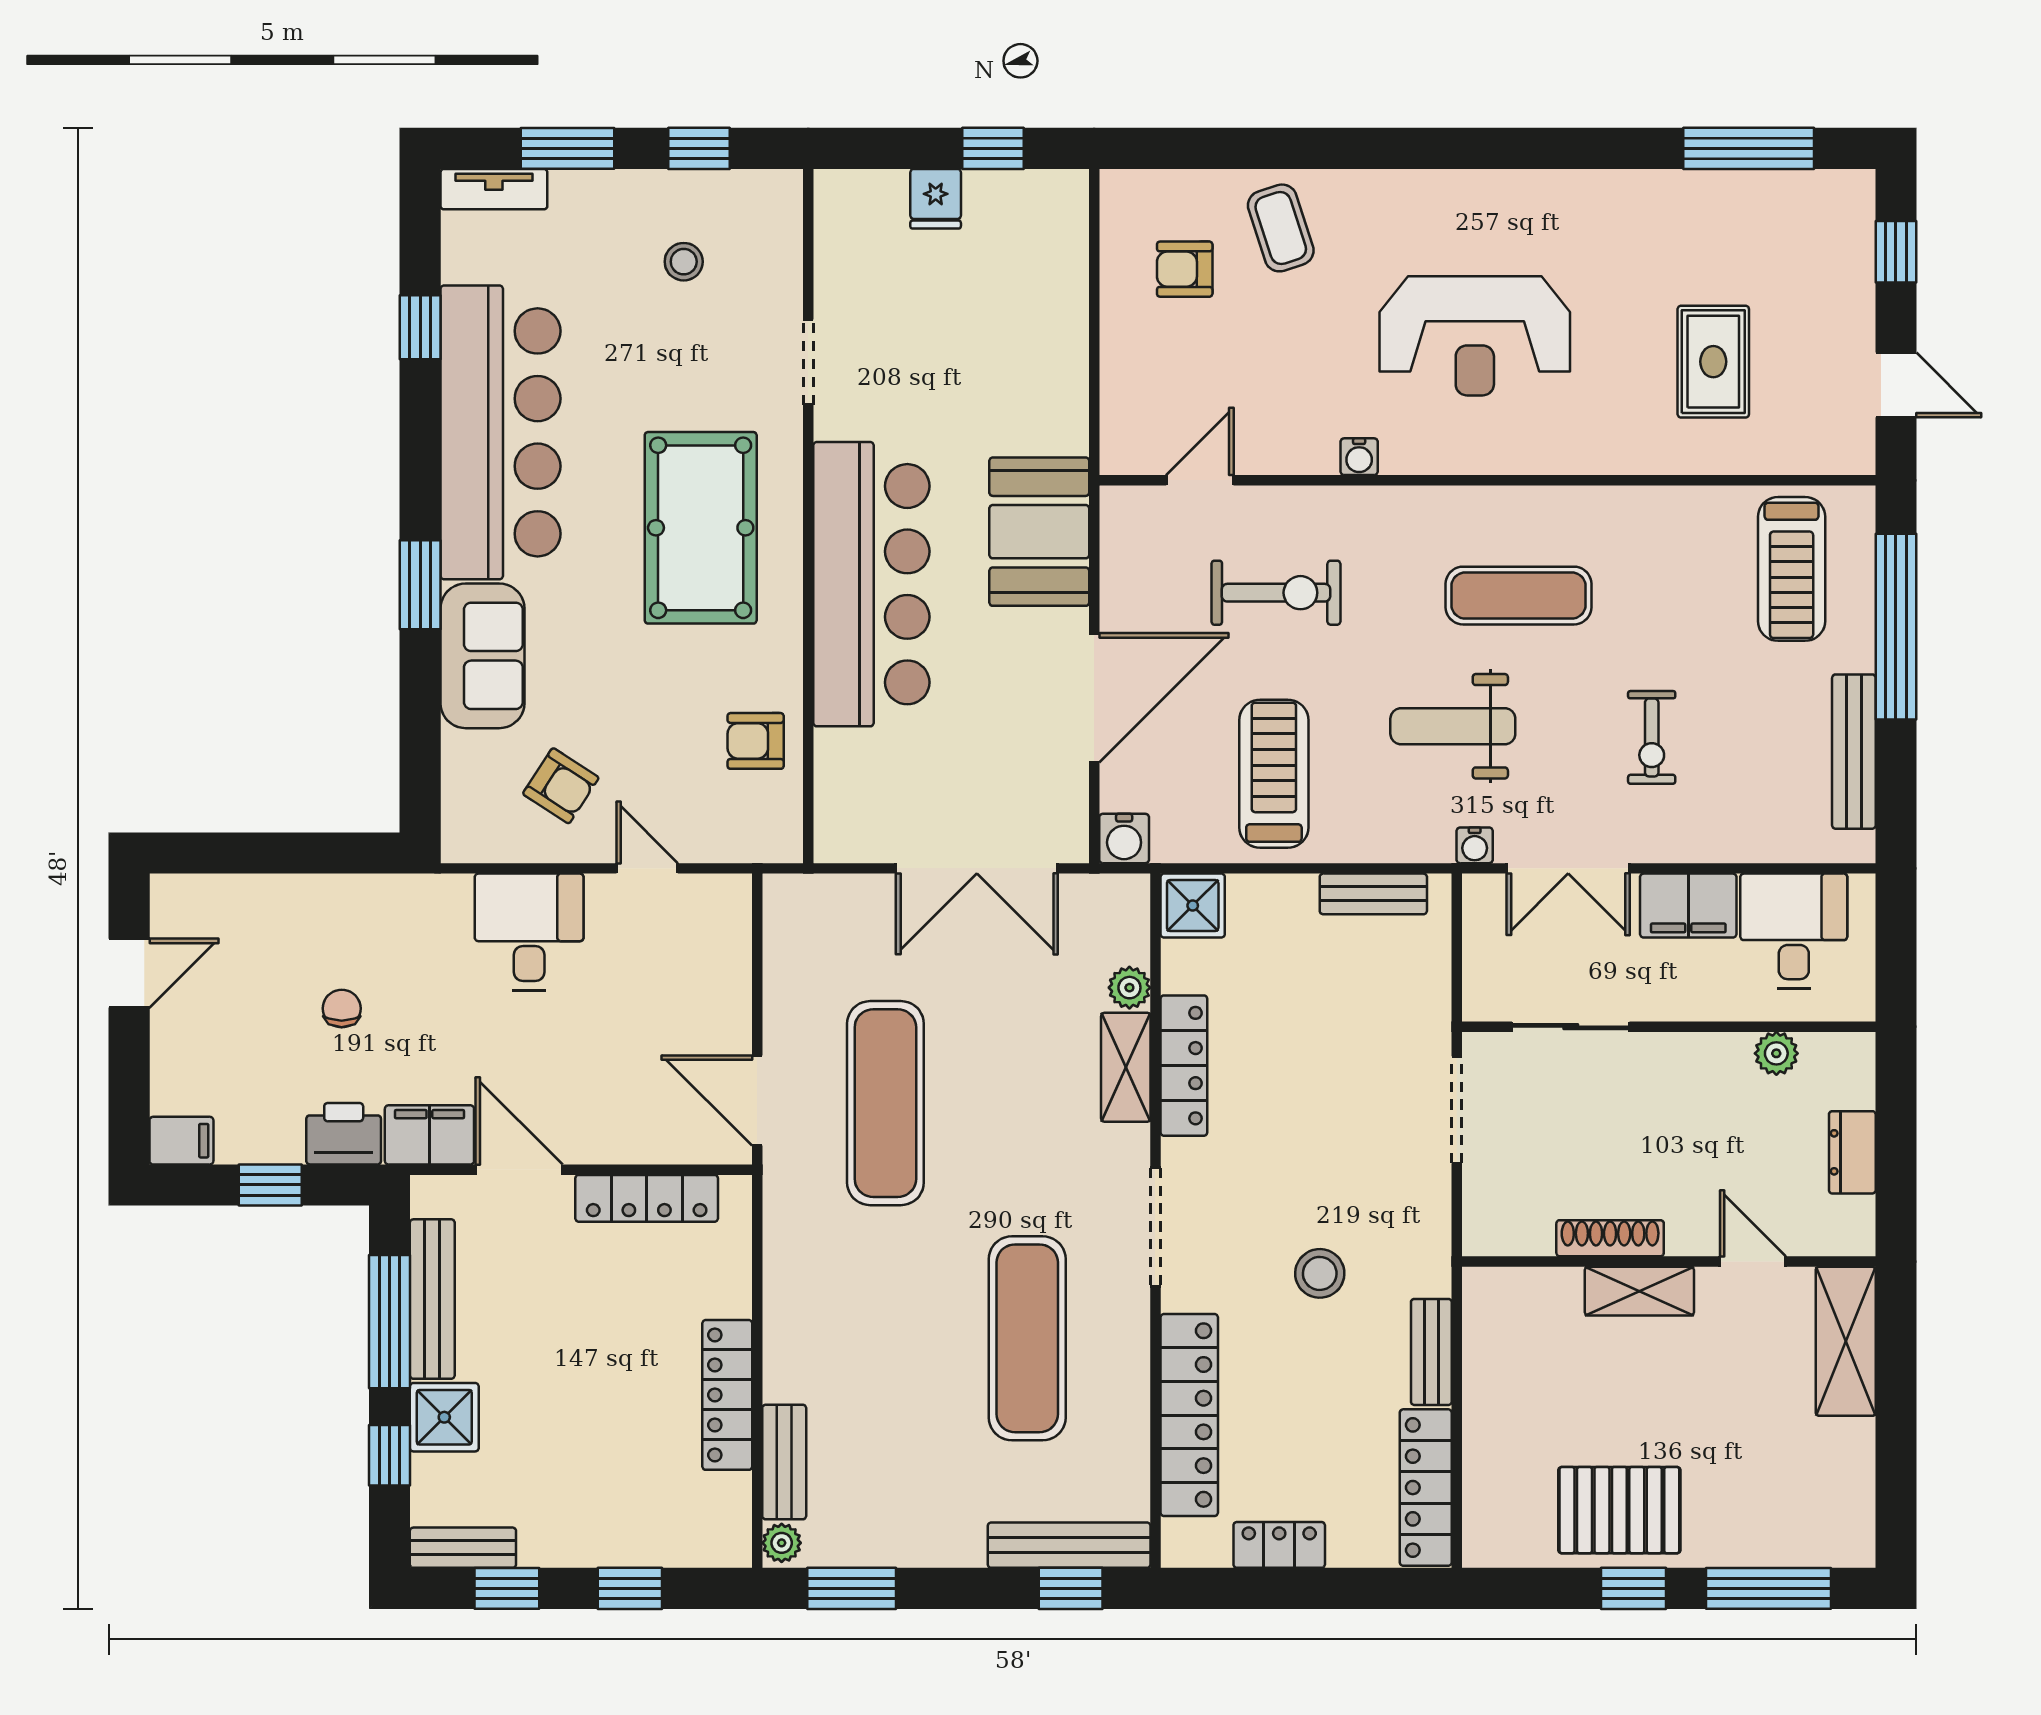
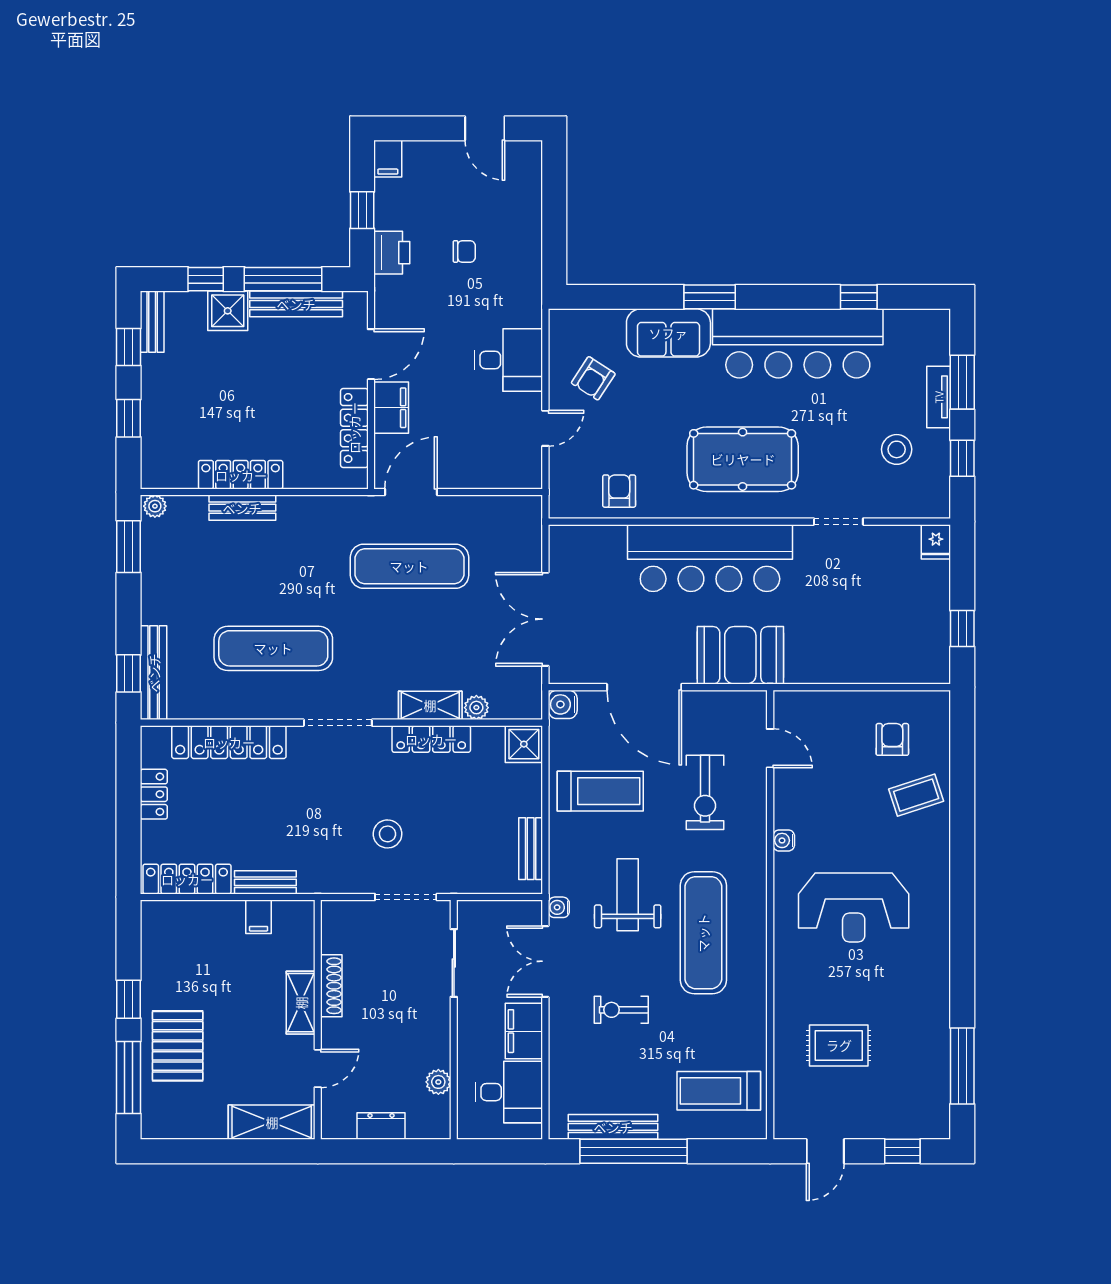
tv unit: (494, 189) -> (939, 397), moved
fridge: (936, 199) -> (936, 542), moved, turned -90
stool: (684, 262) -> (897, 449), width x1.37, depth x1.37
reception desk: (1475, 336) -> (854, 907), turned -90
exercise mat: (1519, 596) -> (703, 933), width x1.36, depth x1.45
window: (1896, 627) -> (633, 1151), moved
filing cabinet: (429, 1135) -> (391, 408), moved
stool: (1320, 1273) -> (387, 834), moved
filing cabinet: (1491, 1364) -> (259, 917), added
bench: (784, 1462) -> (242, 508), moved
pallet: (1619, 1510) -> (178, 1046), moved

